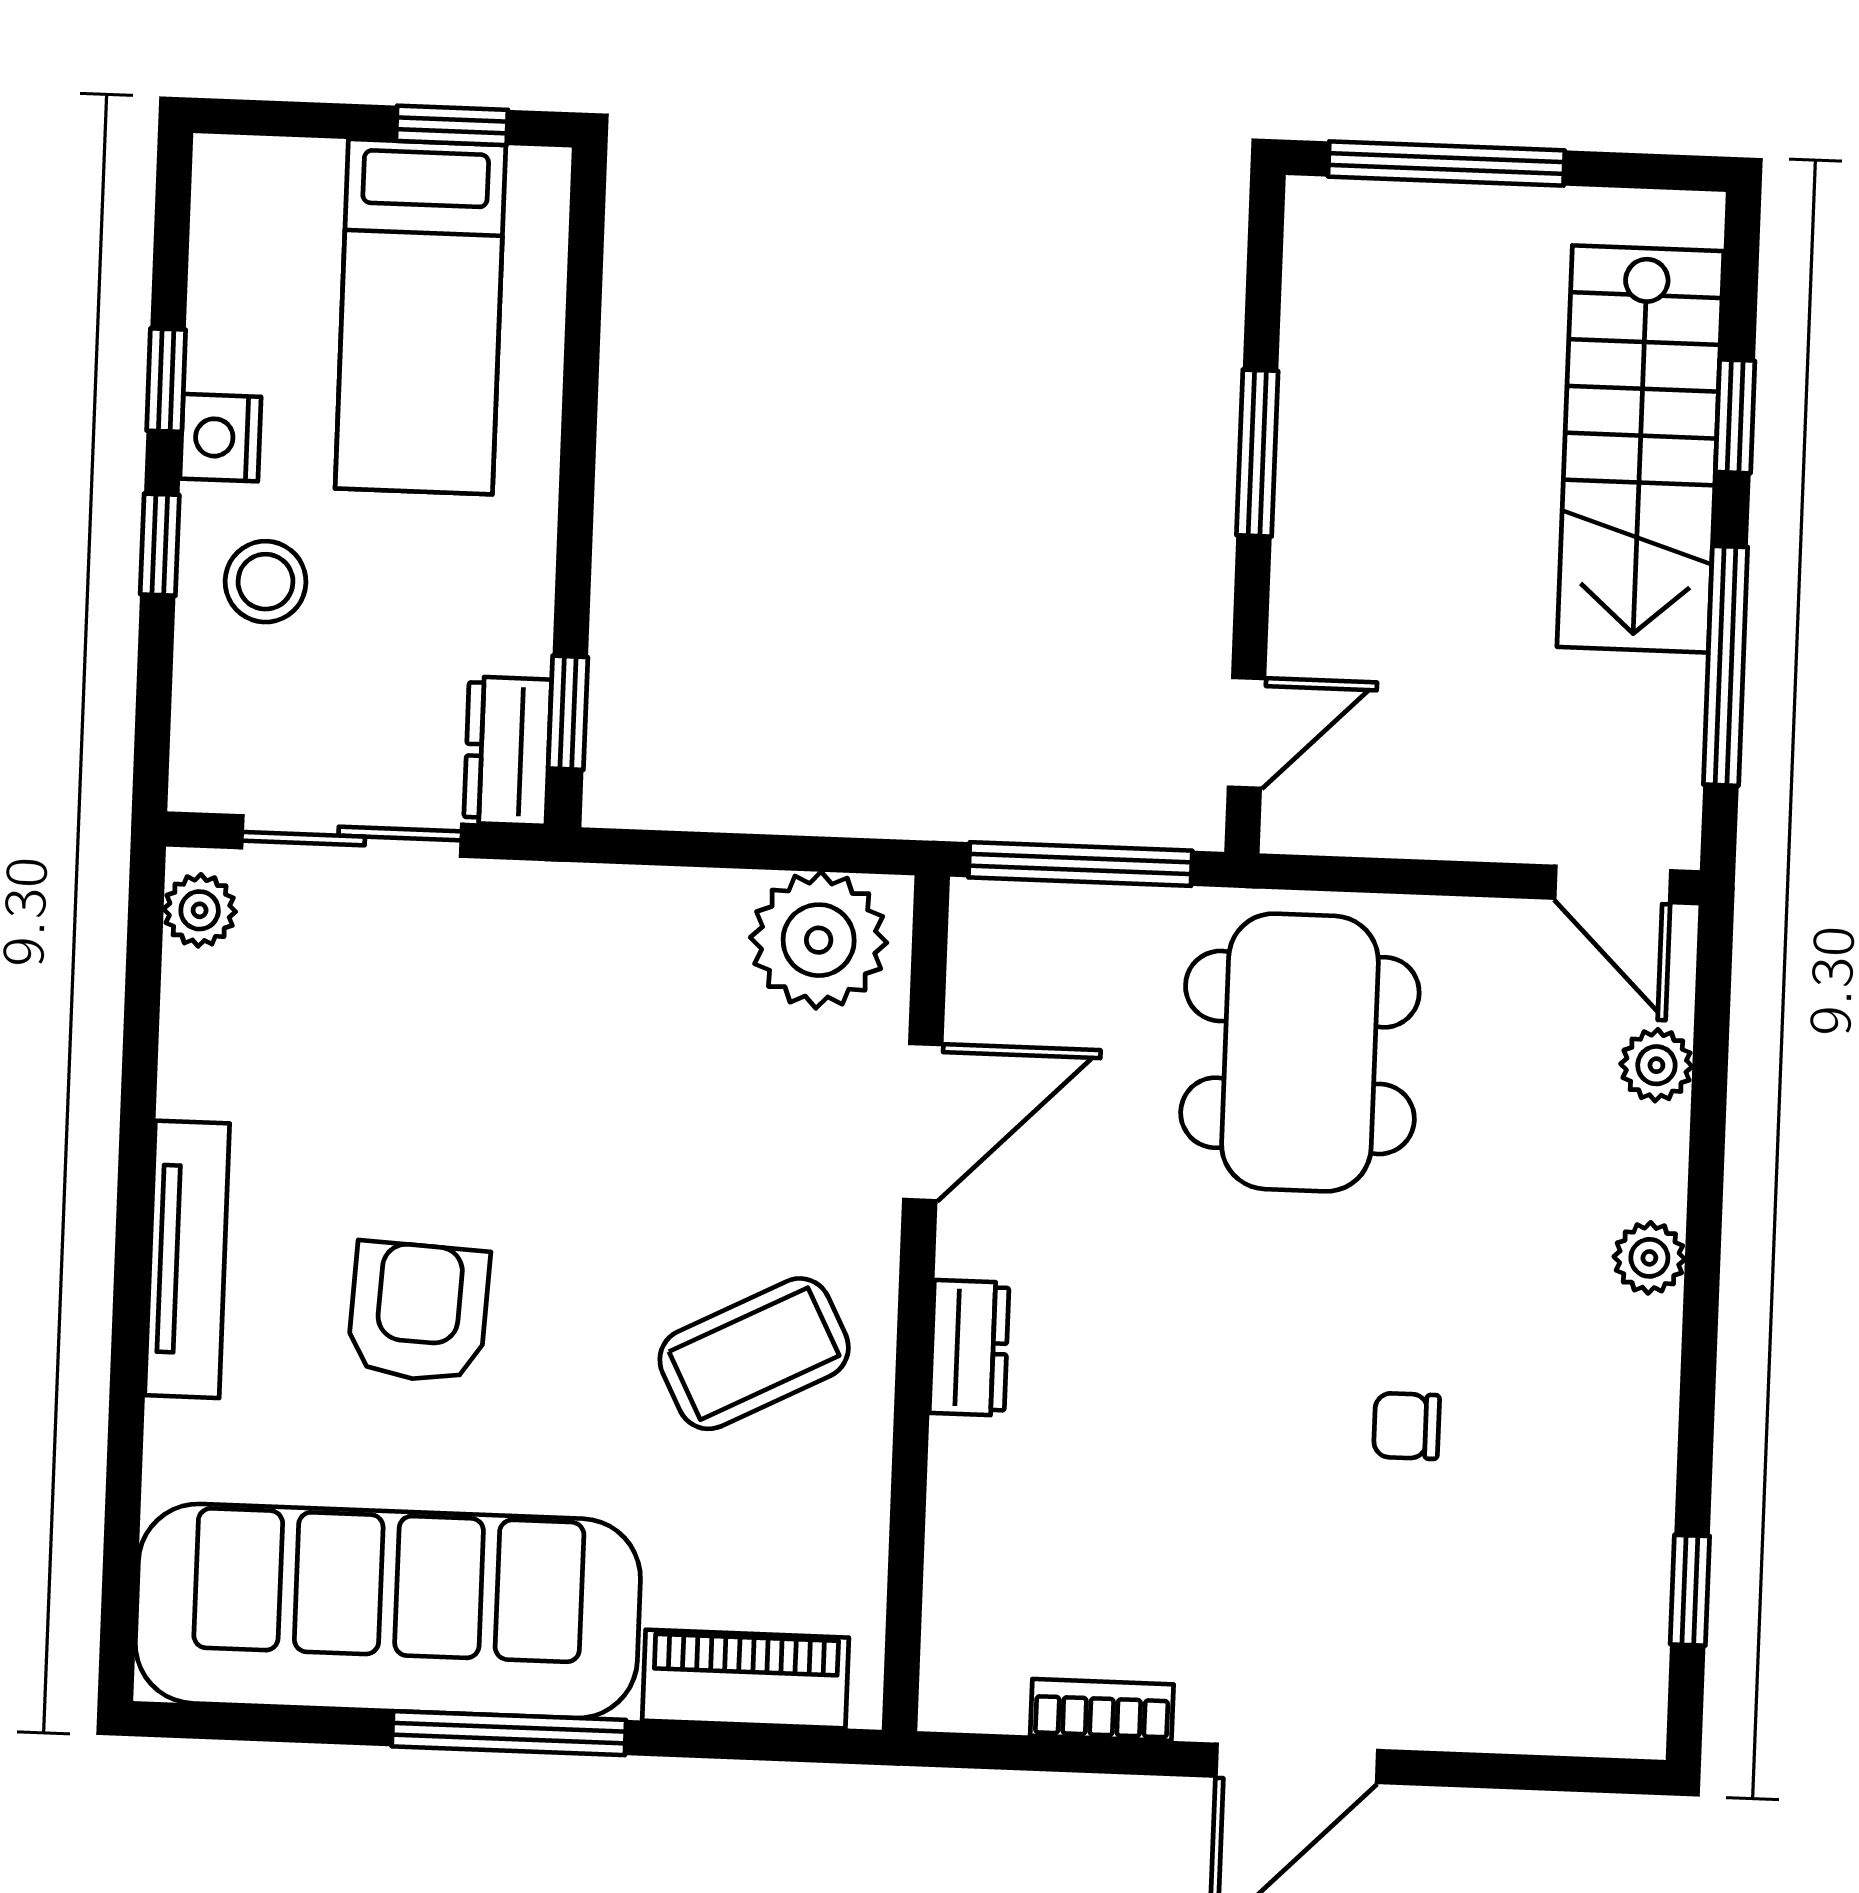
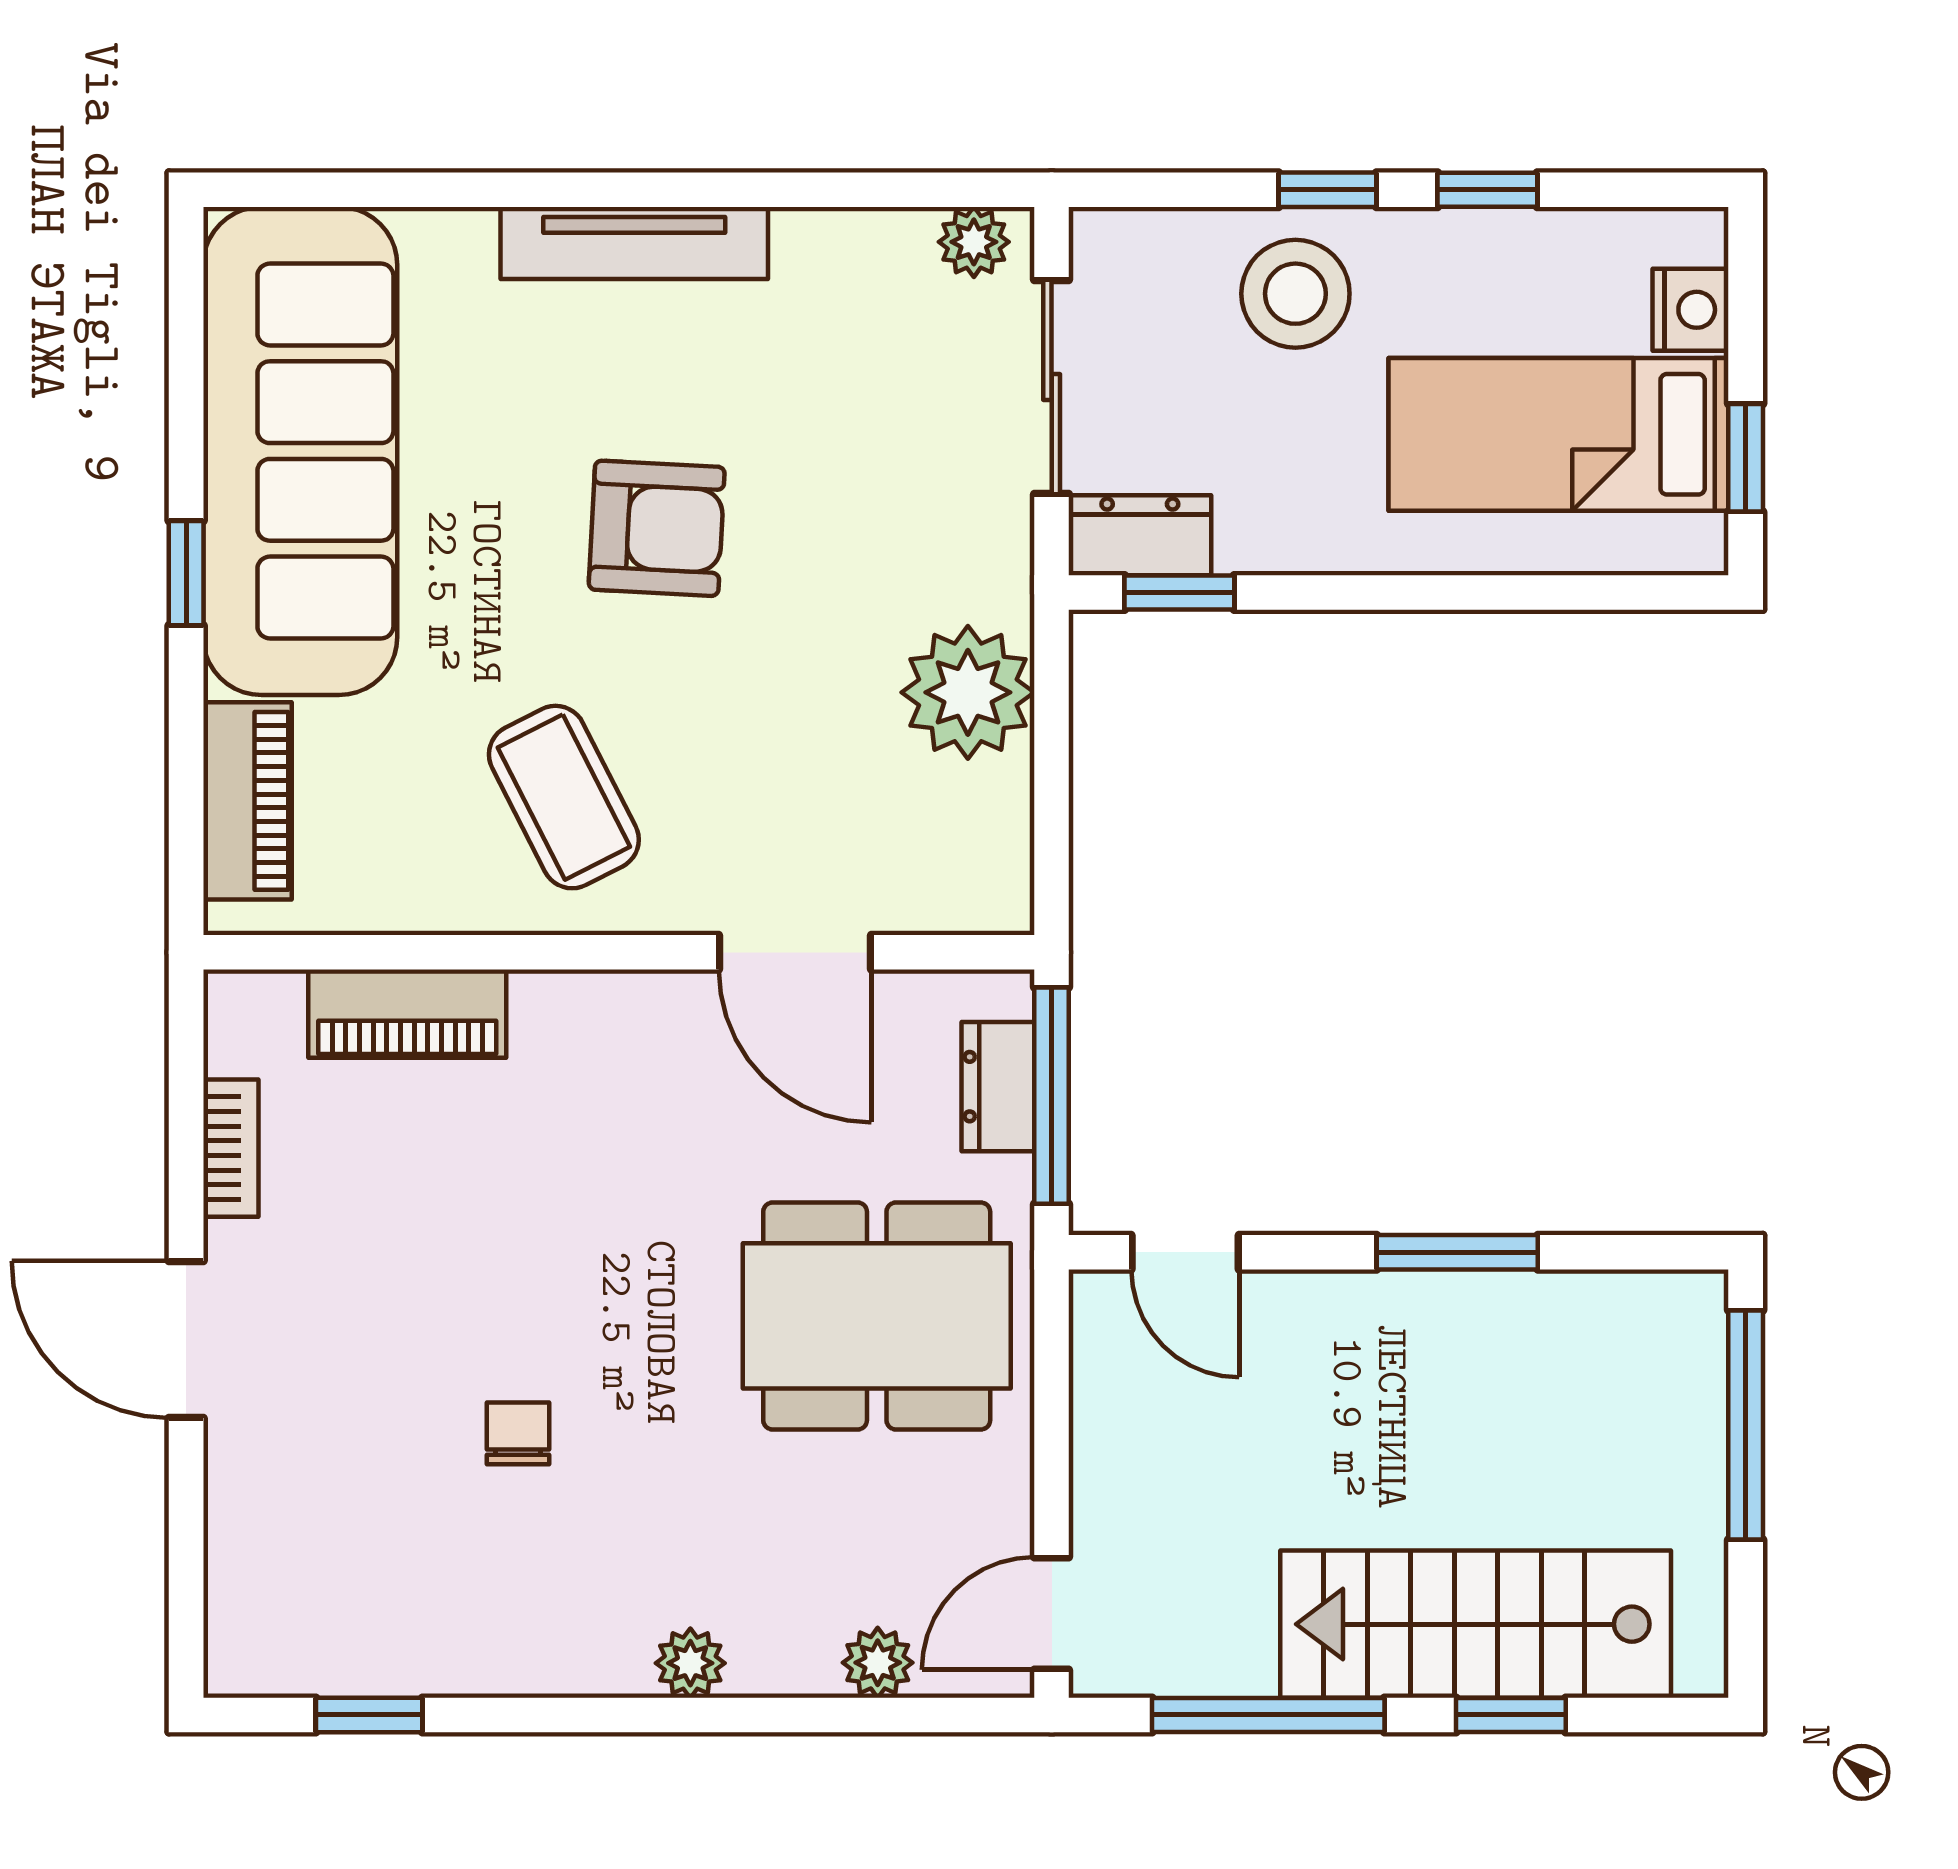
nightstand: (221, 438) -> (1691, 310), moved, turned 90
stool: (265, 582) -> (1295, 294), width x1.38, depth x1.38
plant: (819, 940) -> (968, 692), moved
armchair: (419, 1312) -> (657, 528), moved
dresser: (969, 1348) -> (998, 1087), moved, turned 90
piano: (970, 1523) -> (407, 1014), added
window: (509, 1733) -> (186, 573), width x0.46

